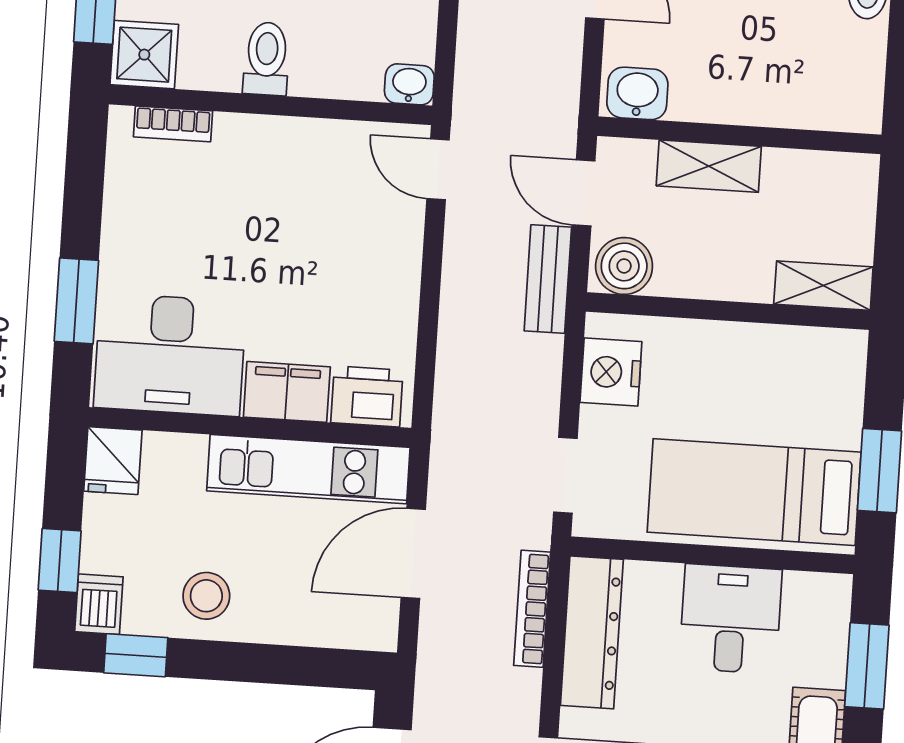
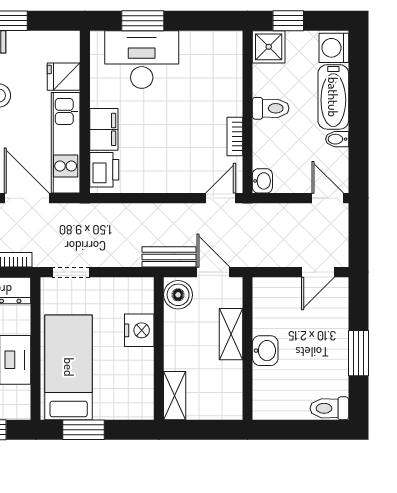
washbasin: (637, 93) -> (265, 351), moved
bookcase: (173, 124) -> (235, 136), moved
door: (584, 193) -> (213, 272), hinge flipped
desk: (170, 355) -> (142, 60), moved, turned 90
nightstand: (611, 372) -> (139, 330), moved, turned 90
fridge: (113, 461) -> (64, 77), moved

